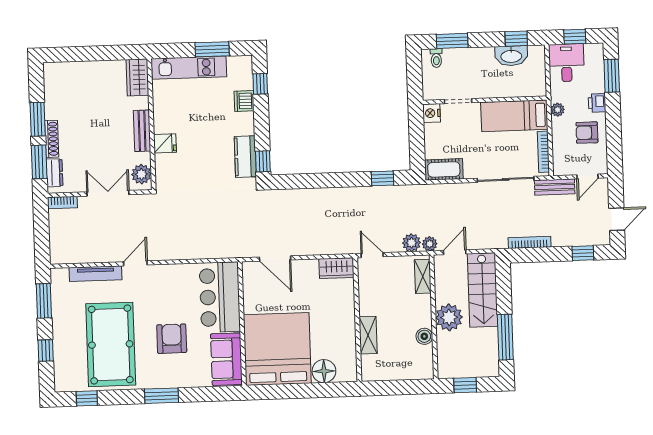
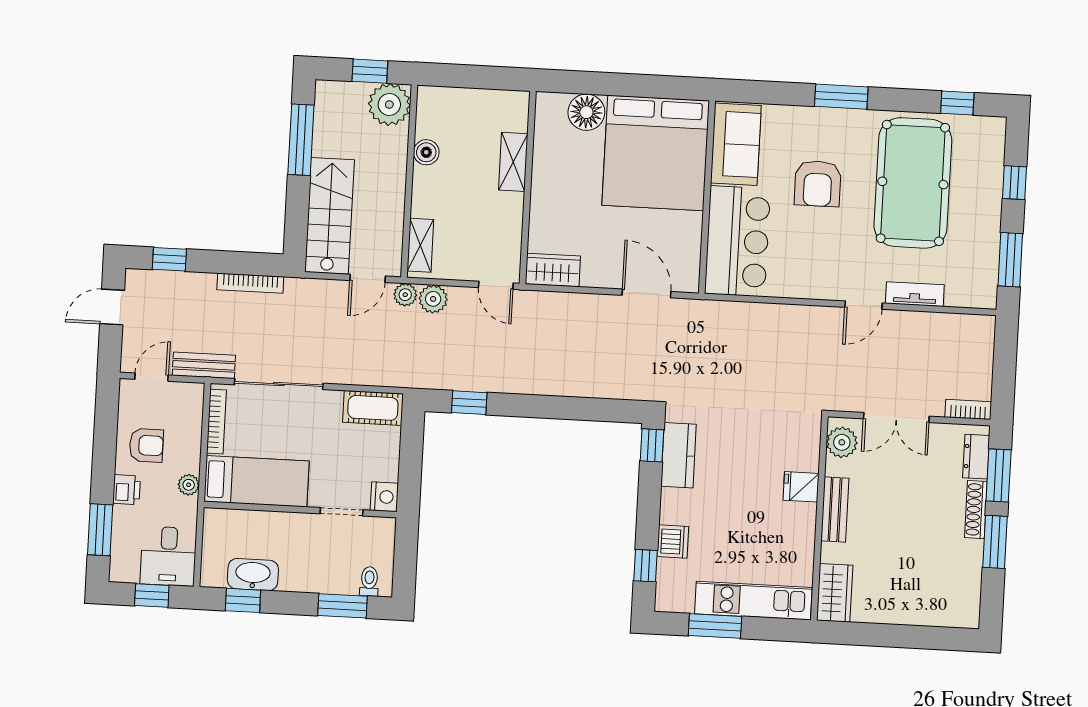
tv unit: (96, 274) -> (915, 294), width x0.71
plant: (449, 317) -> (389, 104), moved

